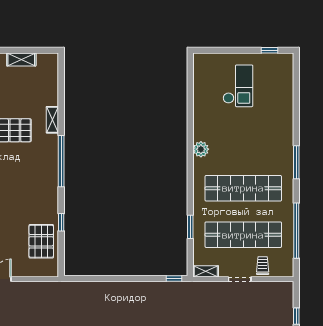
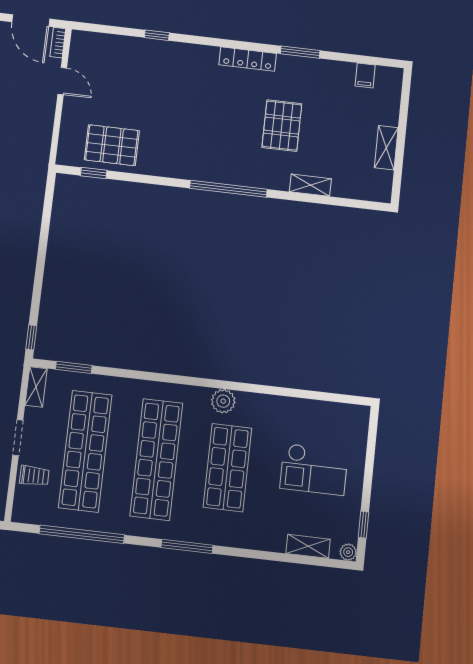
plant: (288, 58) -> (348, 552), added
shelving: (287, 85) -> (308, 546), added
shelving: (52, 120) -> (310, 185), moved
shop shelf: (243, 142) -> (227, 468), added
window: (61, 222) -> (94, 173), moved
window: (190, 227) -> (74, 367), moved

